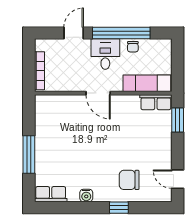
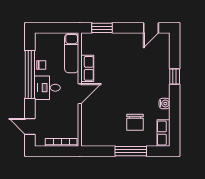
door: (74, 33) -> (30, 126), moved
row of seats: (156, 102) -> (87, 68), moved
chair: (129, 180) -> (135, 122), moved

